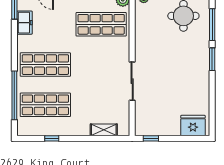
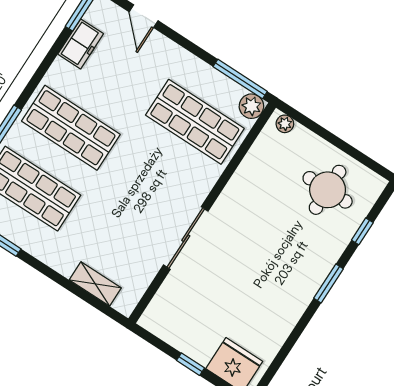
window: (212, 25) -> (362, 231), width x0.46
window: (151, 138) -> (191, 364), moved

